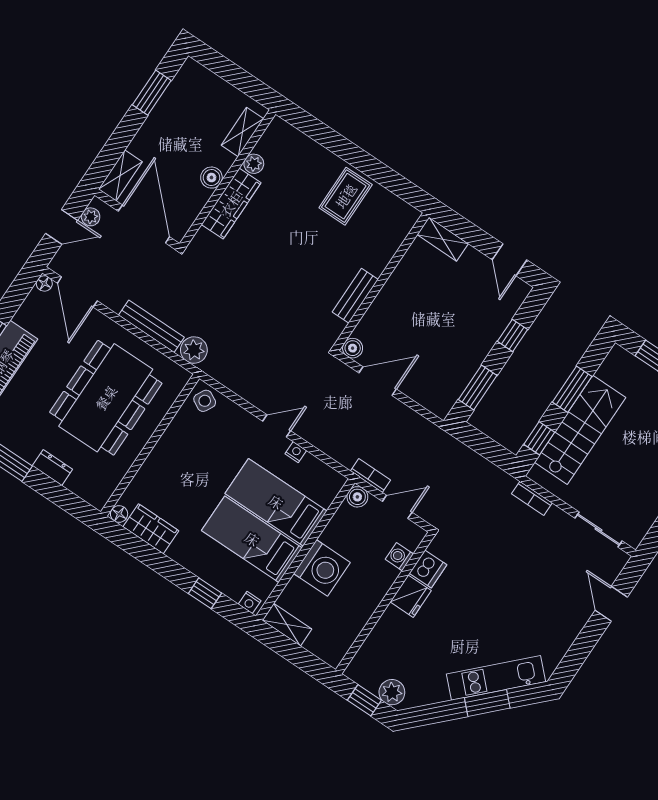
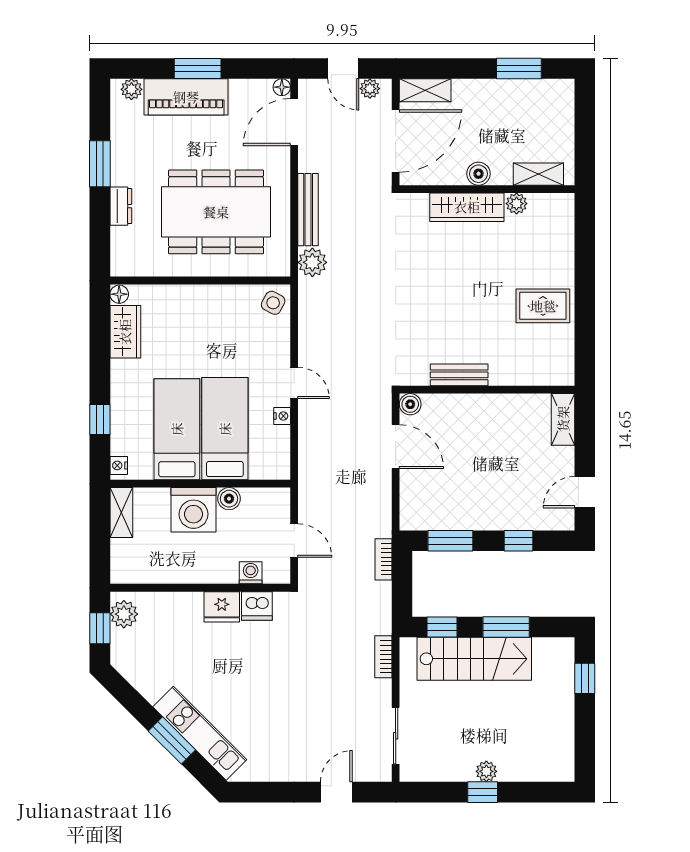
bookcase: (371, 476) -> (384, 559), moved, turned 180
boiler: (357, 497) -> (229, 499), moved
plant: (392, 692) -> (124, 614), moved

